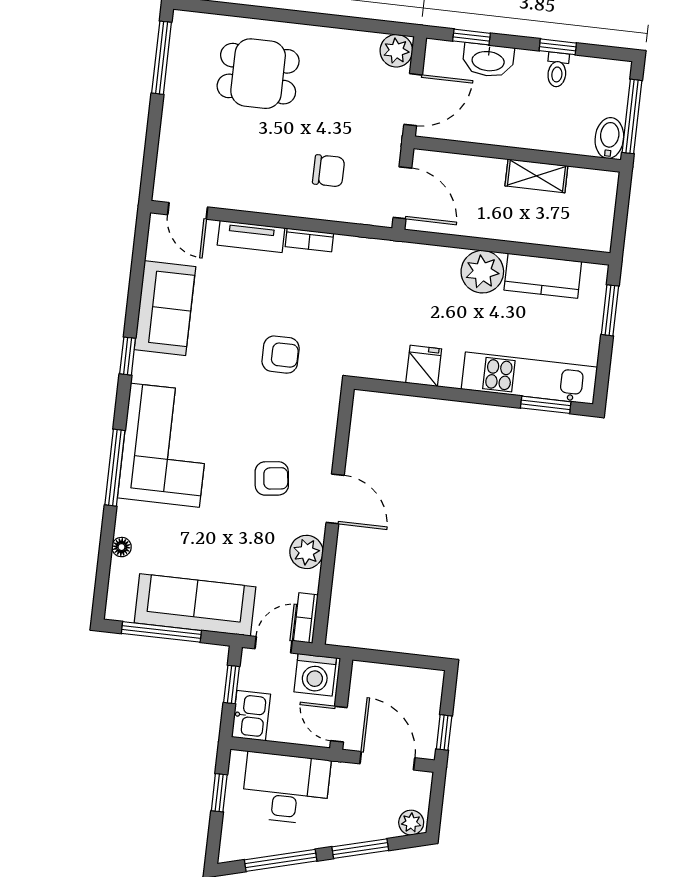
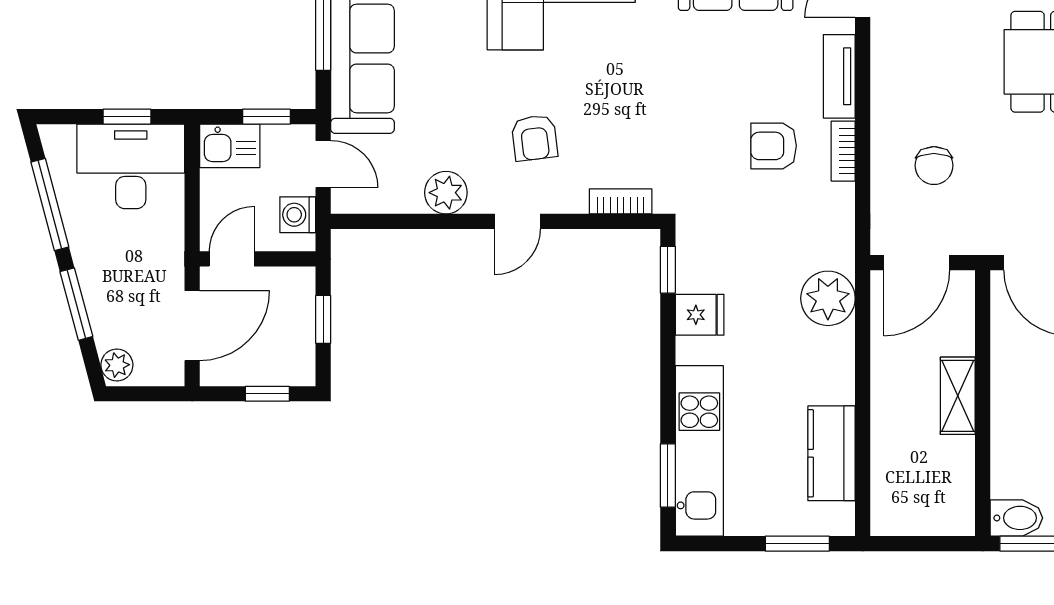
shelving: (536, 176) -> (958, 396), moved
plant: (482, 272) -> (828, 298), moved
armchair: (281, 355) -> (774, 146), moved, turned 90
window: (386, 387) -> (668, 270), added
door: (335, 499) -> (518, 221), width x0.73
bookcase: (306, 618) -> (621, 201), moved
window: (394, 658) -> (323, 319), added
washing machine: (315, 675) -> (298, 215), width x0.73, depth x0.73
window: (444, 732) -> (267, 394), moved
desk: (286, 788) -> (131, 166), moved, turned -90

